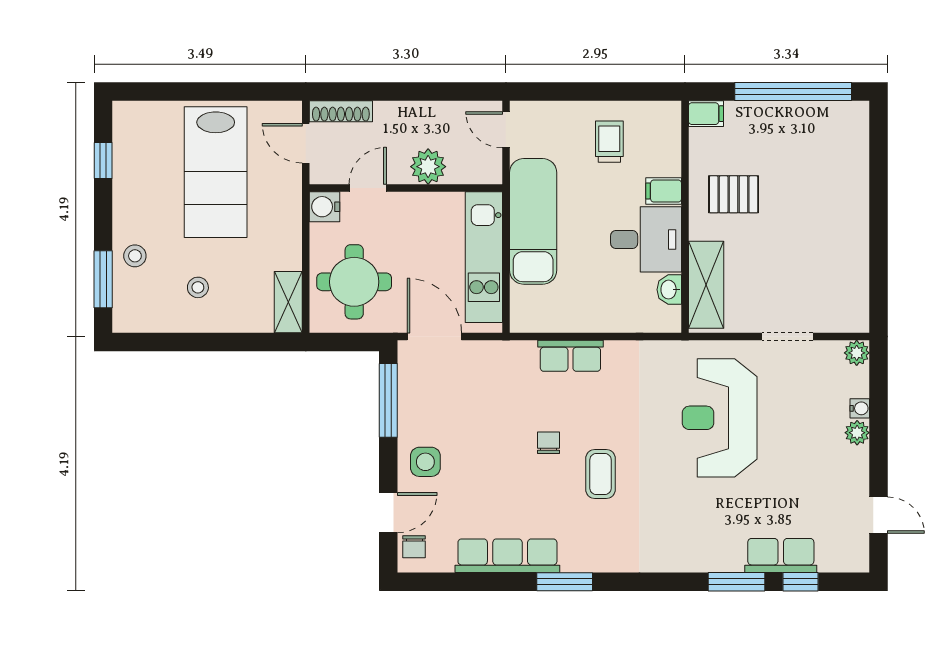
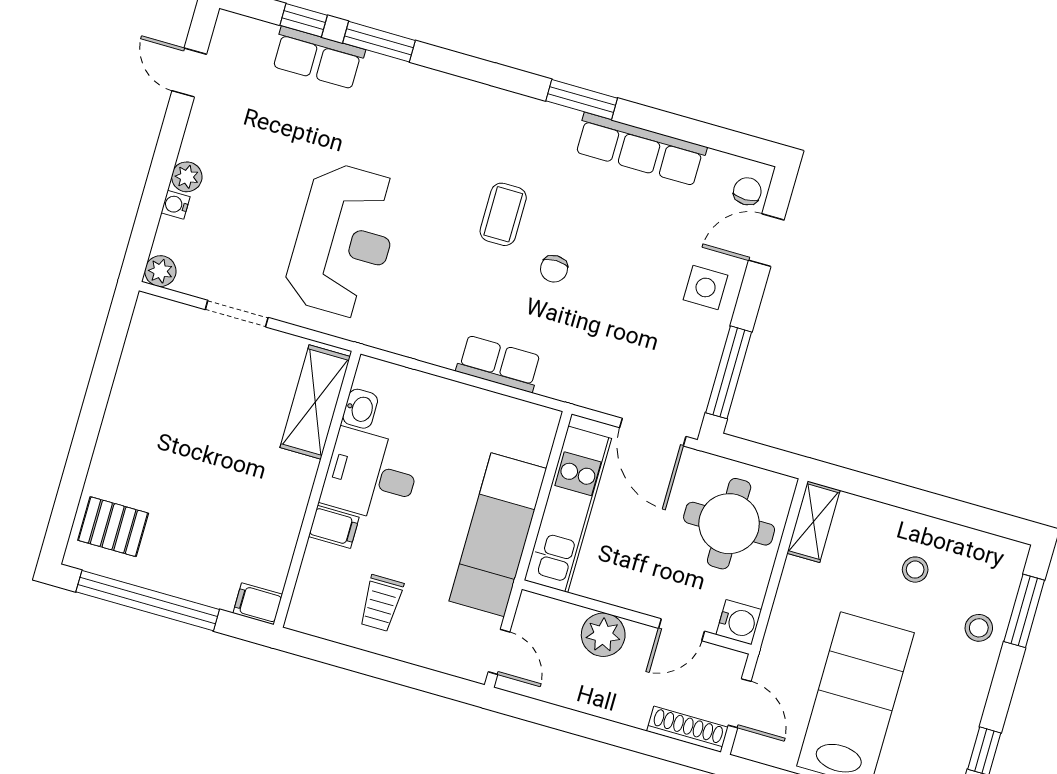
pallet: (734, 194) -> (113, 527), moved

